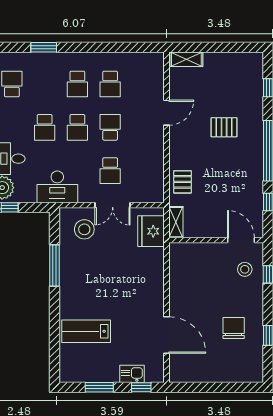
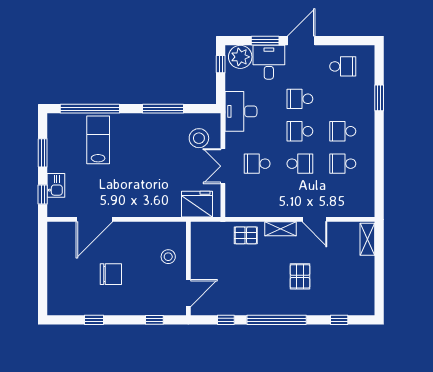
shelving: (176, 222) -> (280, 229), moved
stool: (245, 269) -> (168, 257), moved
chair: (234, 328) -> (111, 274), moved
window: (54, 340) -> (90, 109), added

